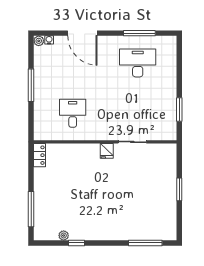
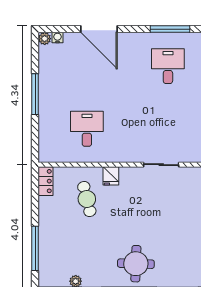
desk: (138, 63) -> (168, 66), width x0.73
fridge: (107, 151) -> (111, 176), moved
cafe table: (73, 170) -> (87, 199), added
round table: (112, 221) -> (136, 264), added

